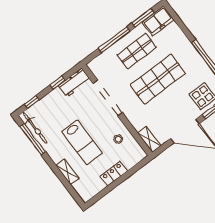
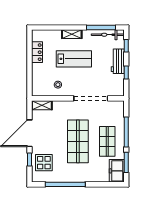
workbench: (74, 83) -> (118, 61), moved
lab bench: (82, 142) -> (74, 59), turned 180
shelving: (67, 172) -> (72, 34), moved
locker: (114, 174) -> (37, 52), moved

